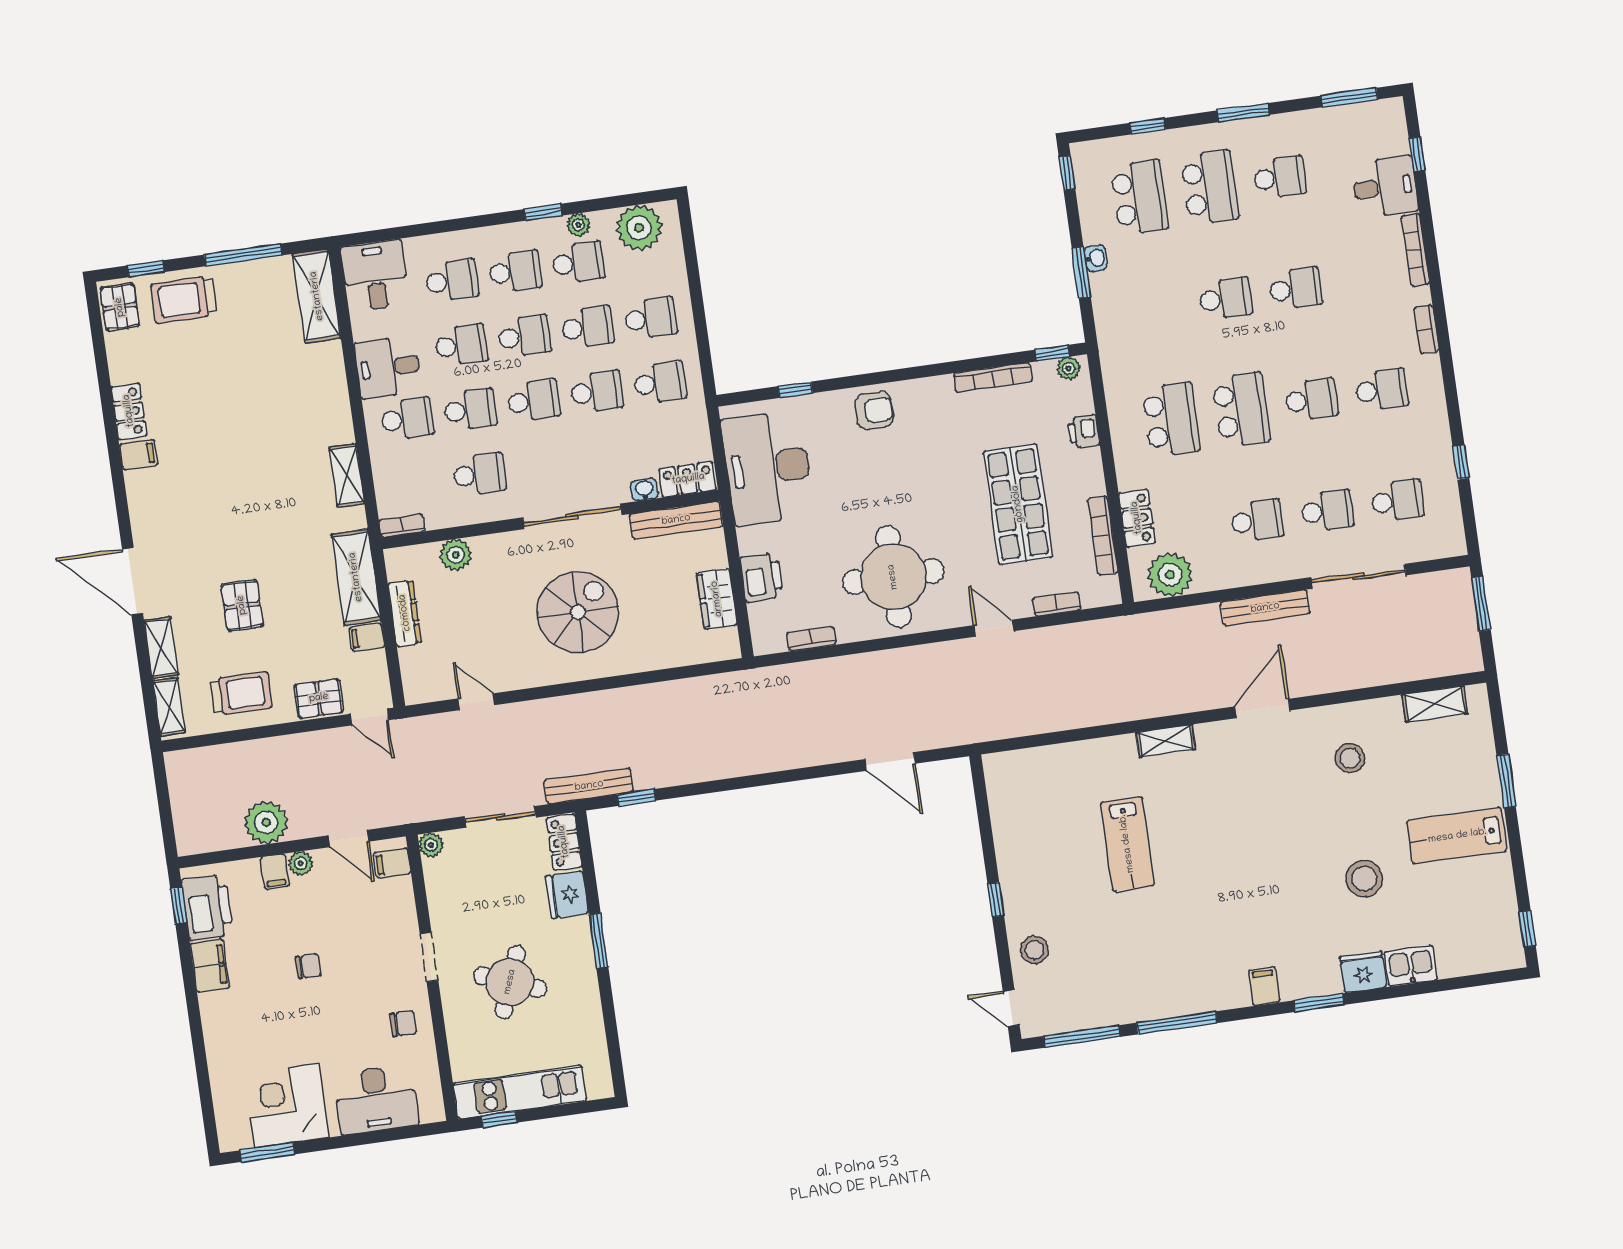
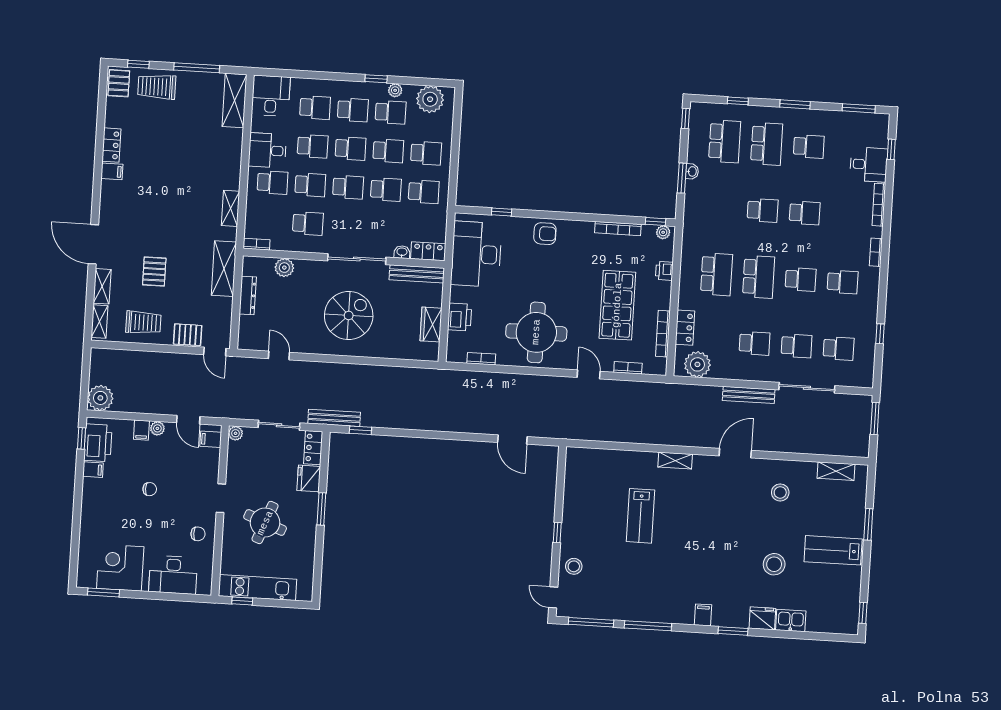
filing cabinet: (367, 637) -> (223, 305), removed
plant: (266, 822) -> (100, 398), moved
filing cabinet: (210, 966) -> (93, 470), width x0.50

